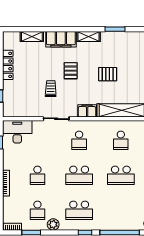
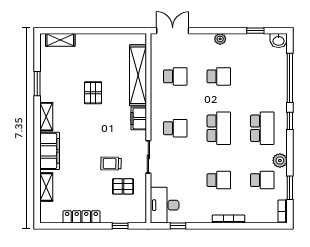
pallet: (71, 71) -> (123, 186), moved
school desk: (121, 175) -> (219, 76), width x0.54

